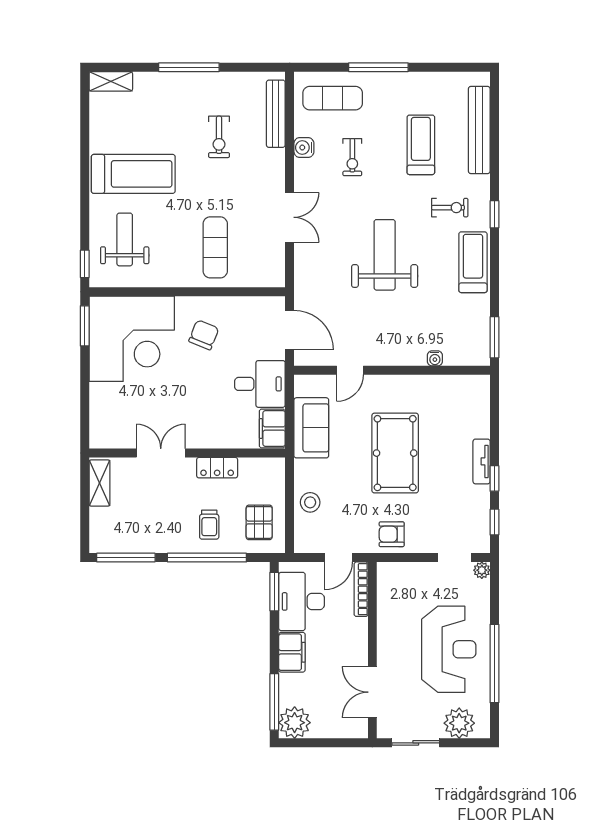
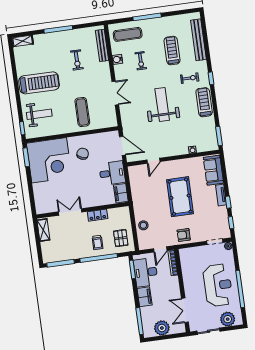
weight bench: (125, 239) -> (39, 114), turned 90
sofa: (311, 428) -> (213, 170), moved, turned 180
plant: (295, 723) -> (162, 328), moved

